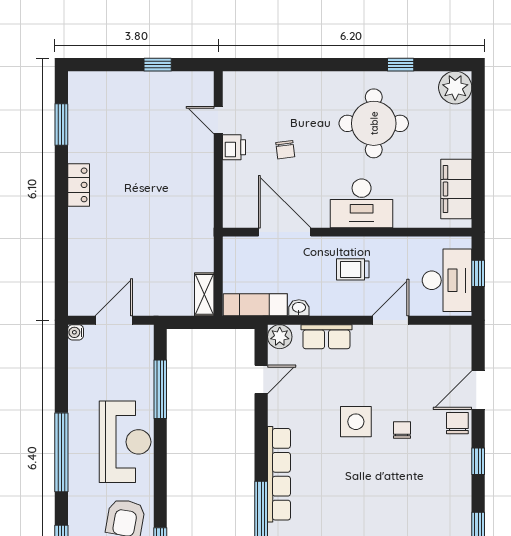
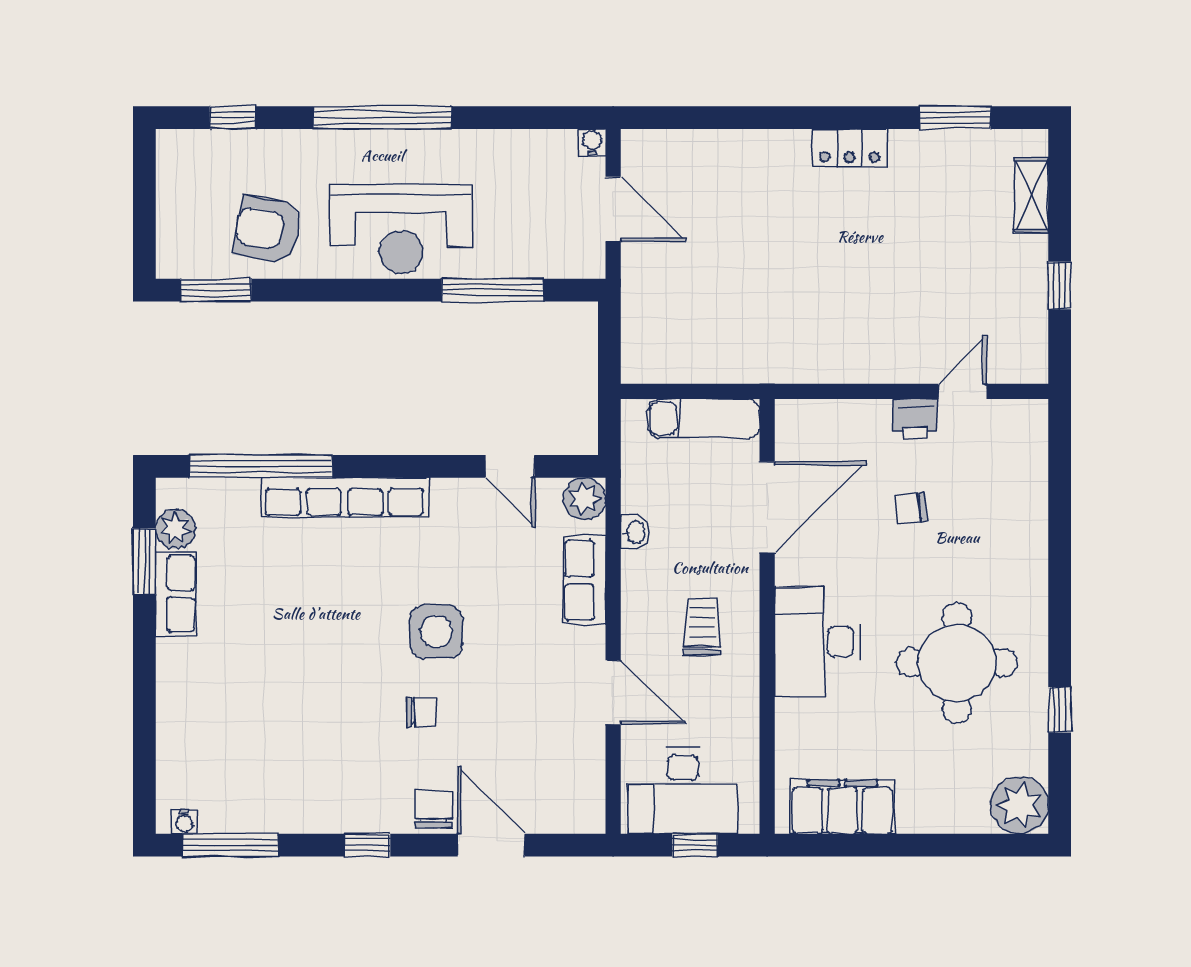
shelving: (204, 294) -> (1031, 195), moved, turned 90
exam couch: (255, 305) -> (704, 418), moved, turned 90
chair: (457, 423) -> (434, 809), turned -90

